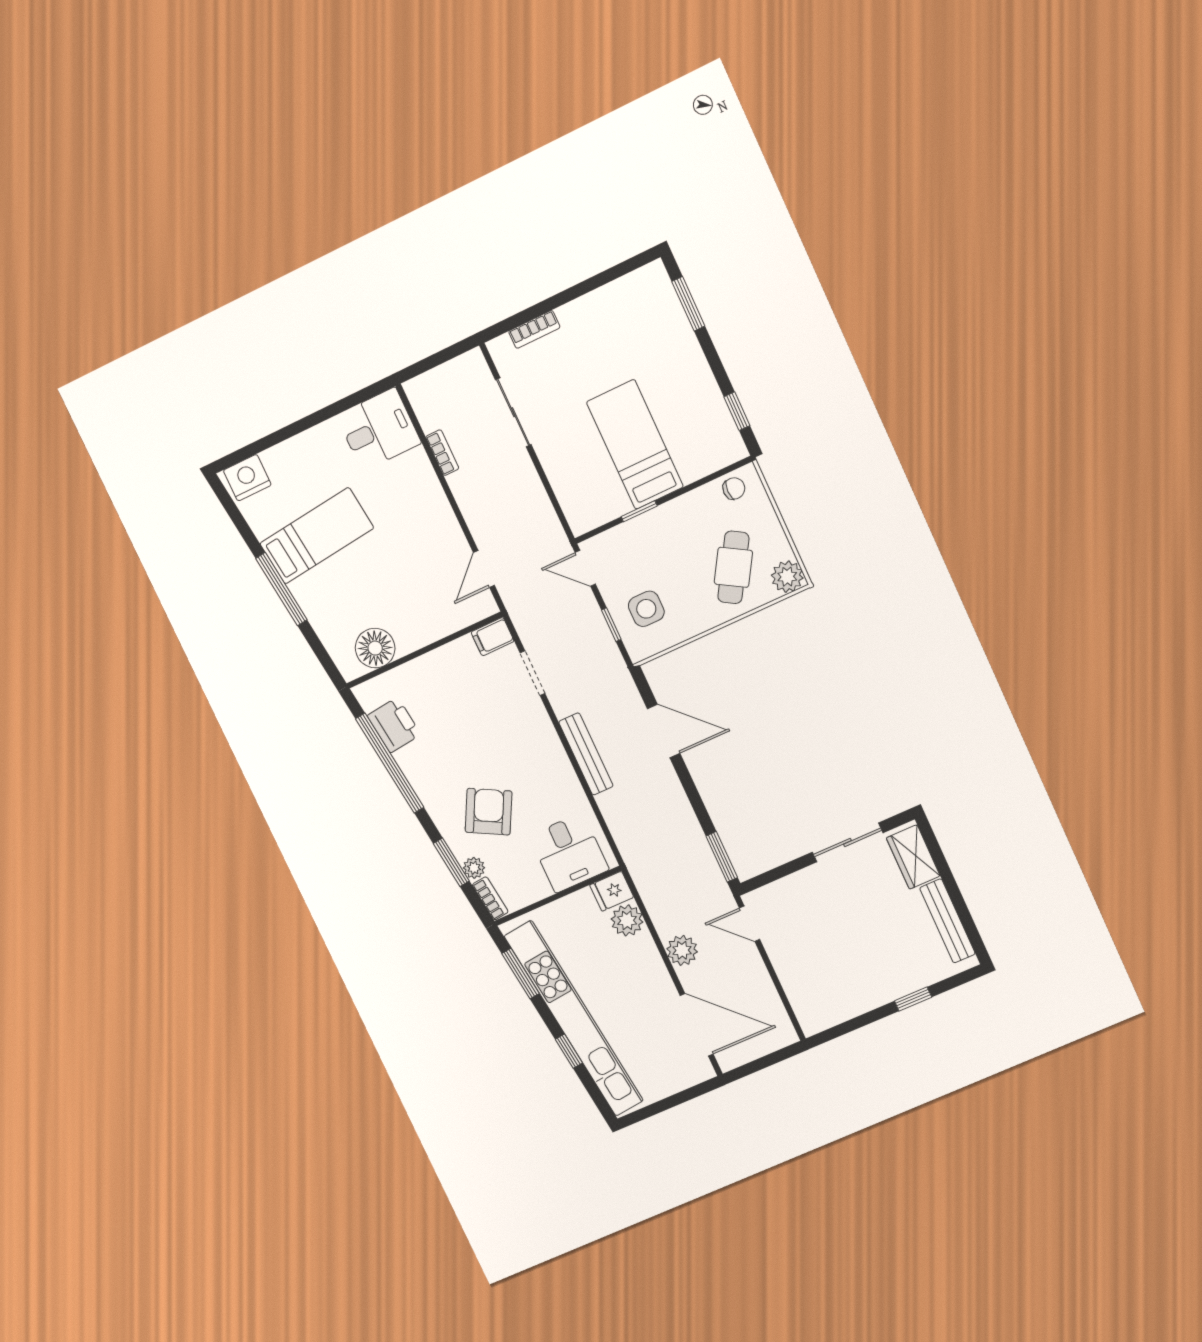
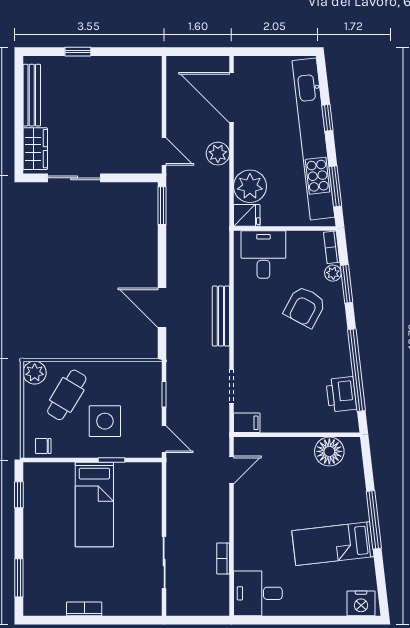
bookcase: (534, 329) -> (84, 609), moved
side table: (646, 609) -> (105, 421), moved, width x1.37, depth x1.37
plant: (627, 920) -> (250, 186), width x1.36, depth x1.36

